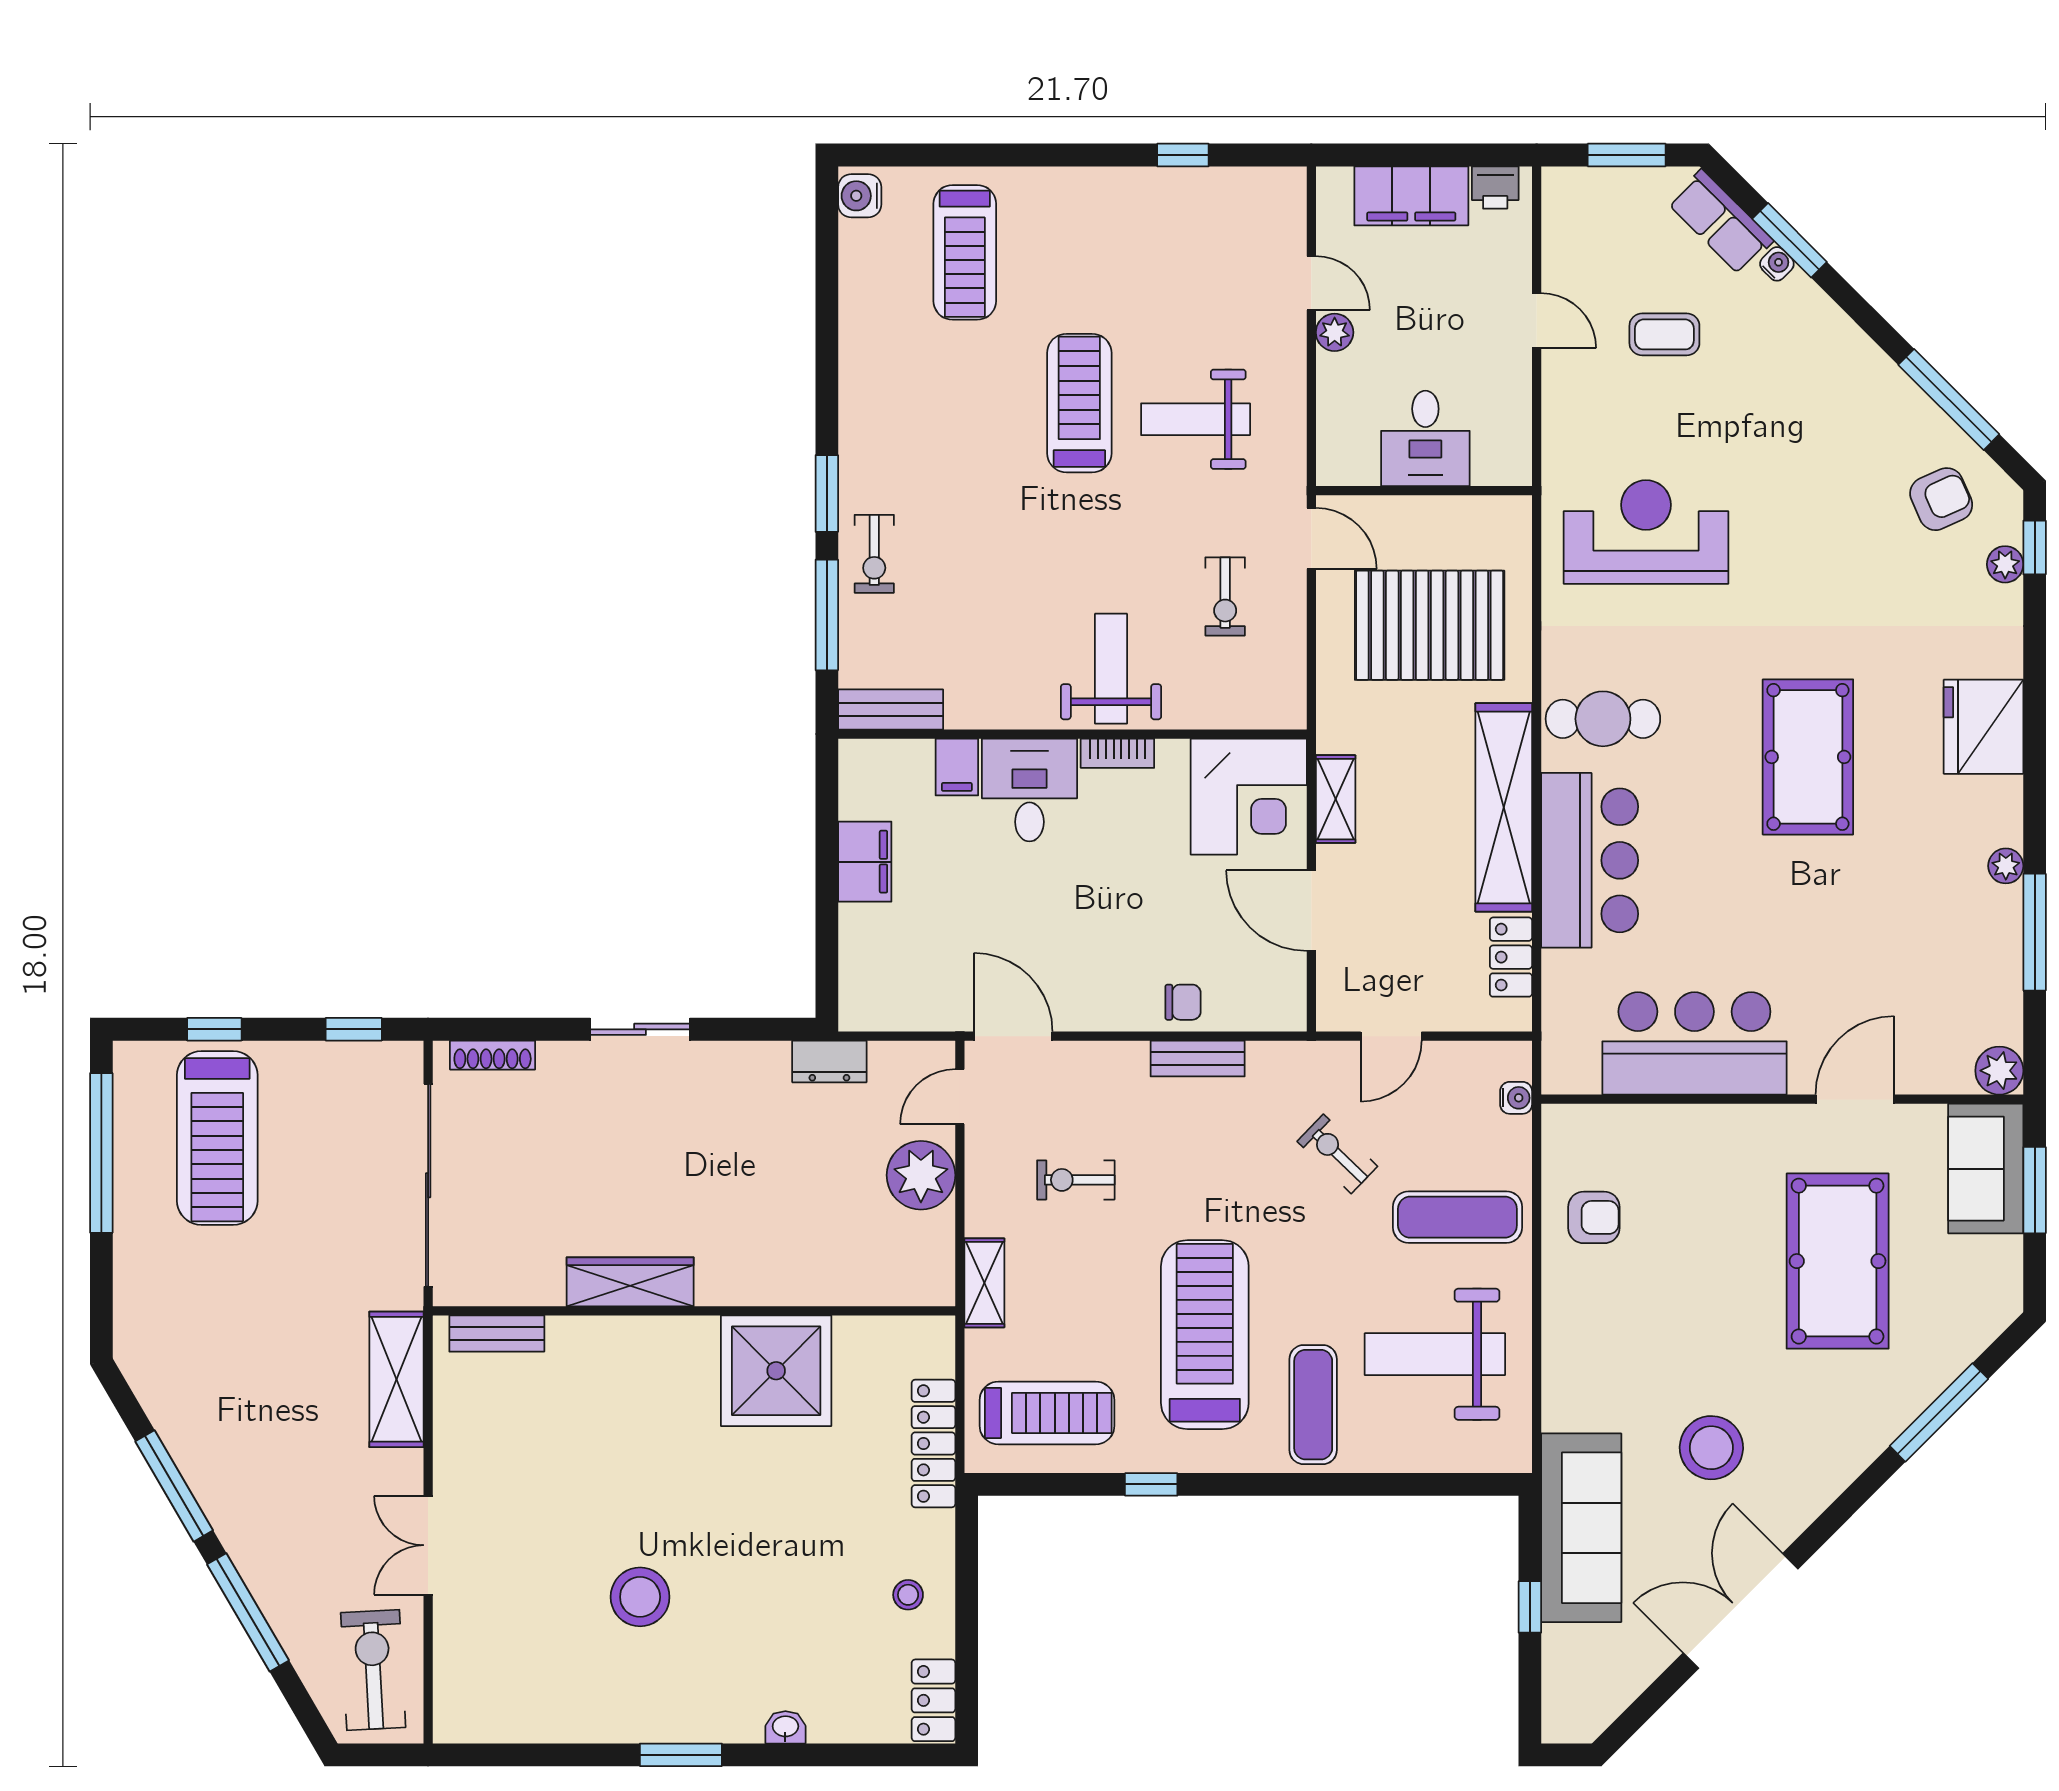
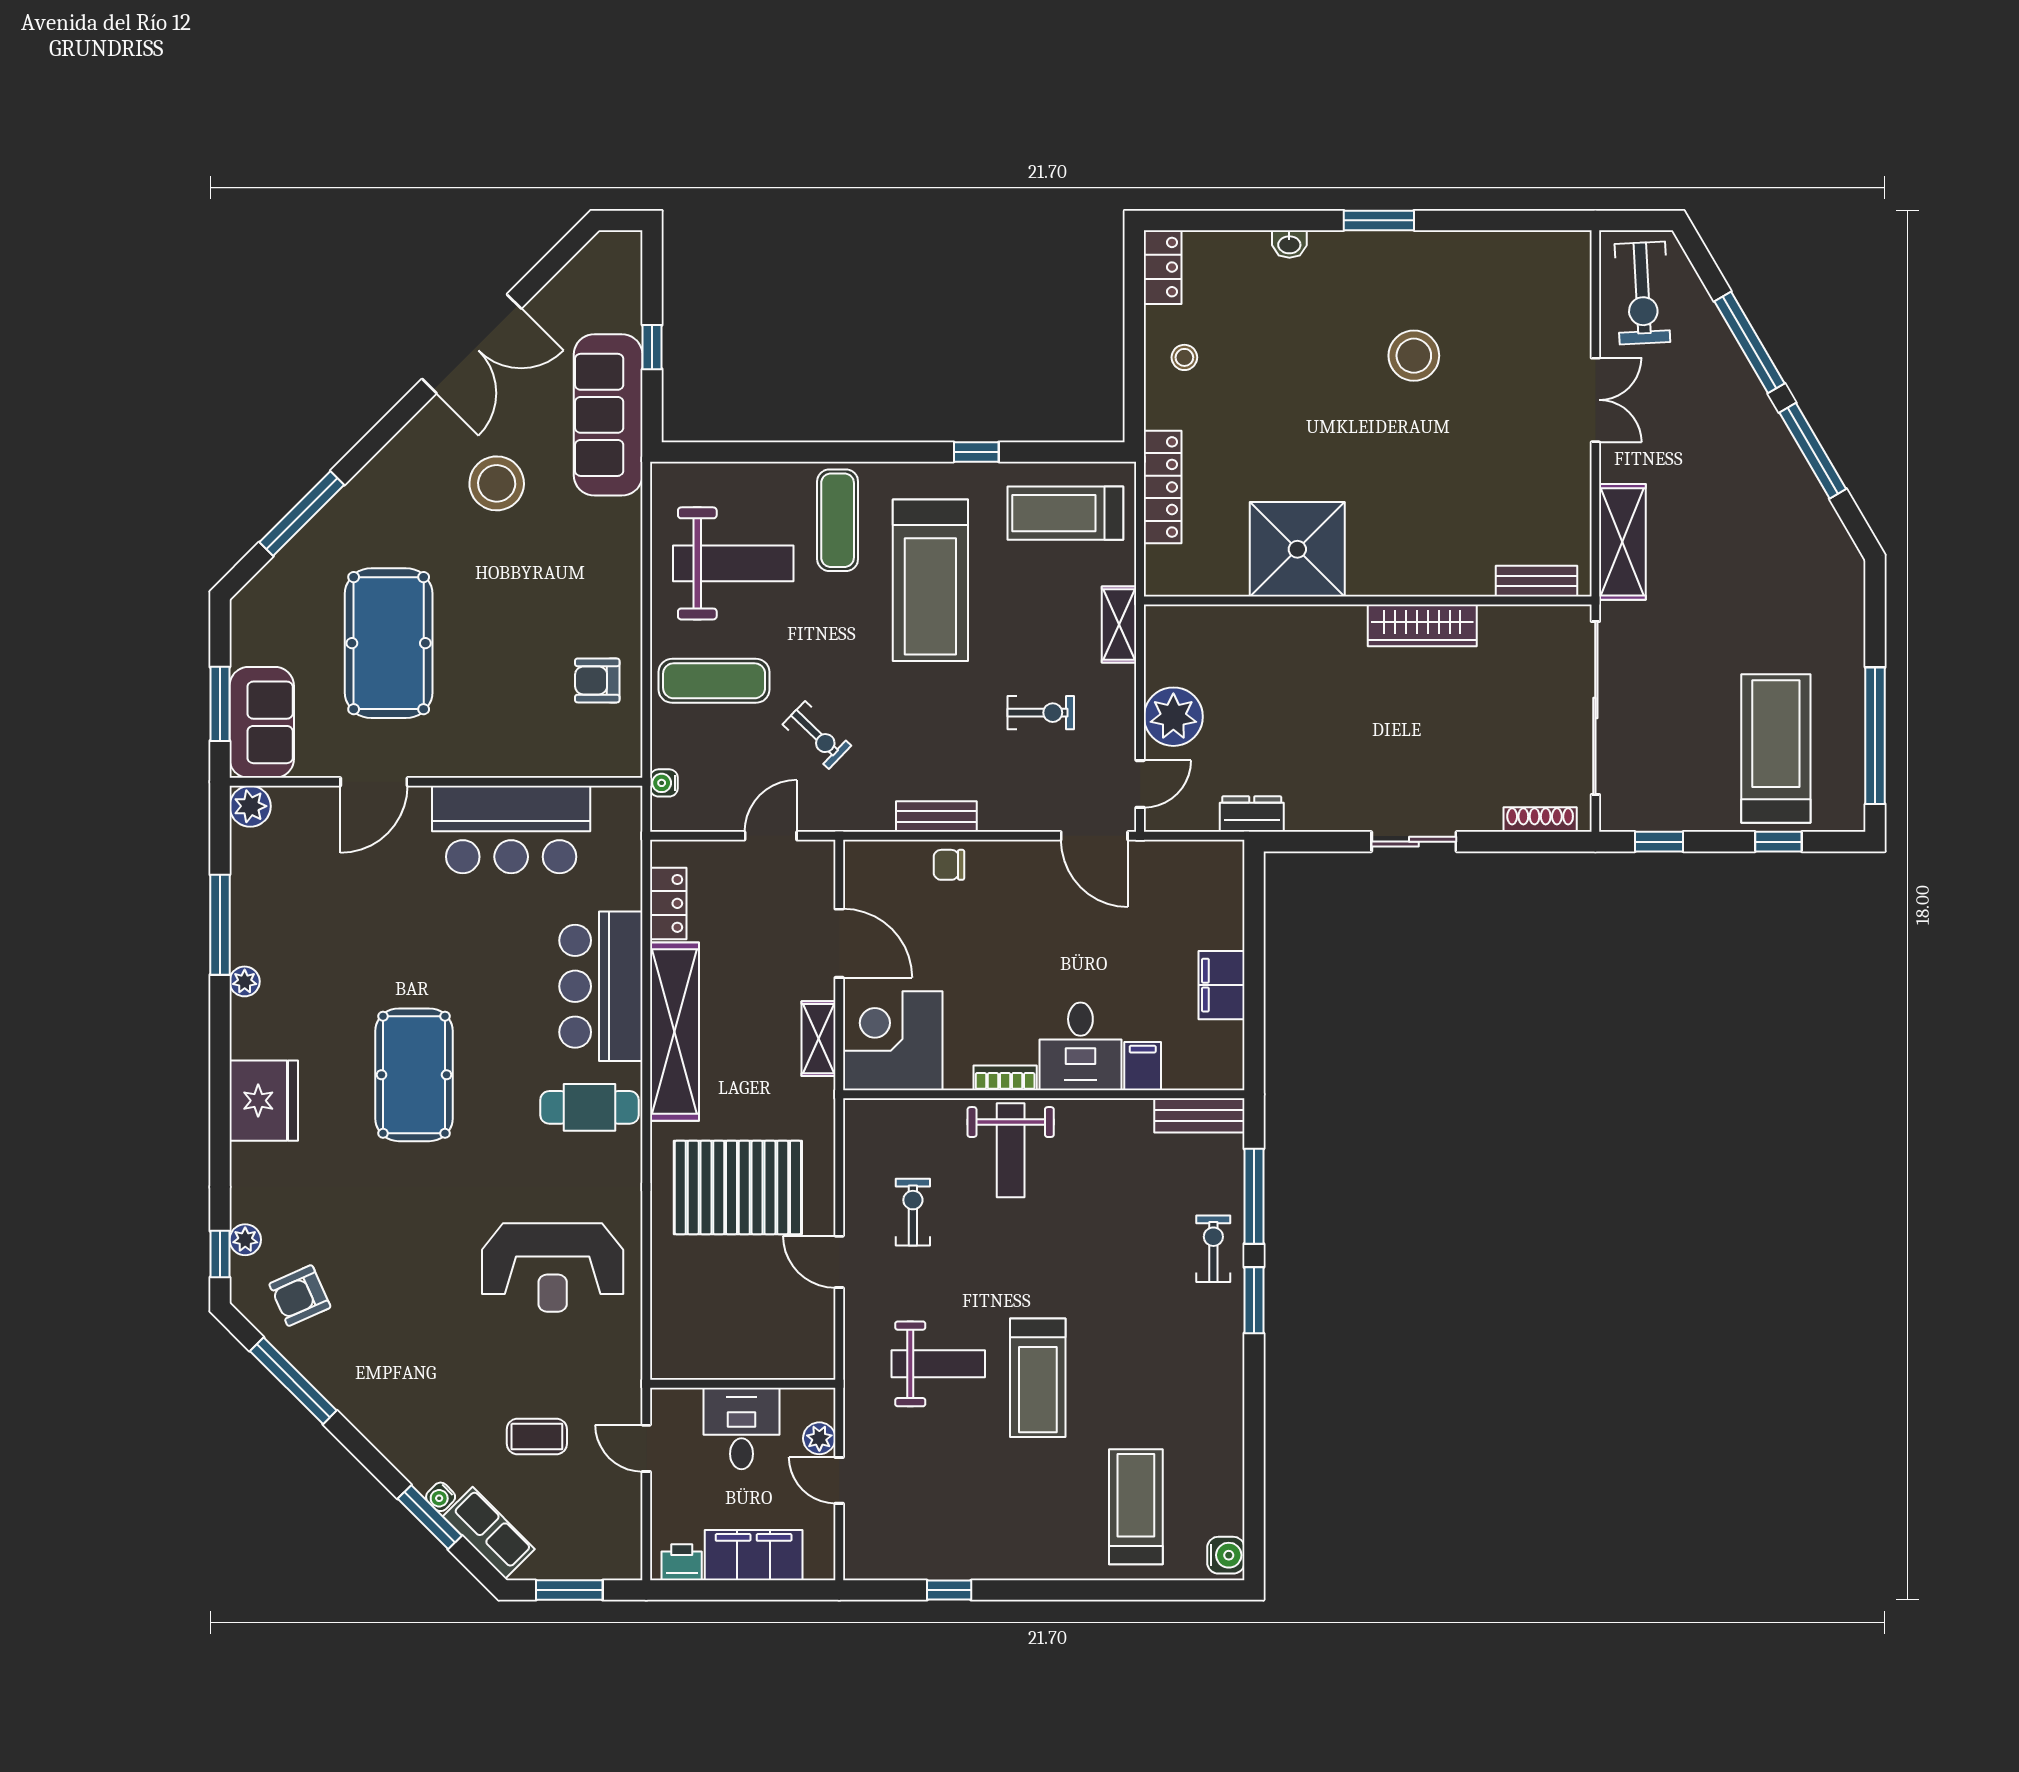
desk: (1425, 438) -> (741, 1428), moved
wall: (1424, 491) -> (743, 1384), moved

